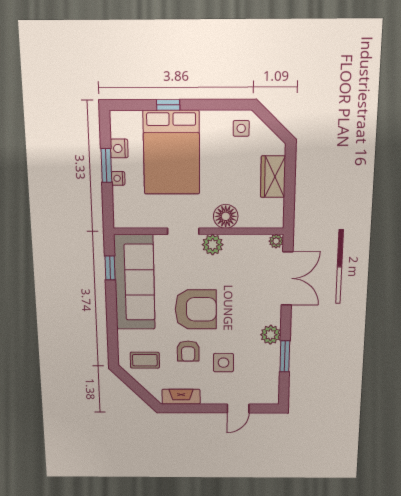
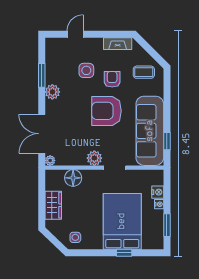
nightstand: (119, 148) -> (158, 192), moved
window: (106, 165) -> (167, 225), moved
floor lamp: (226, 216) -> (73, 178), moved

